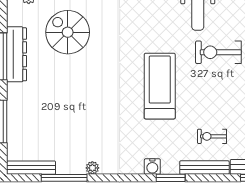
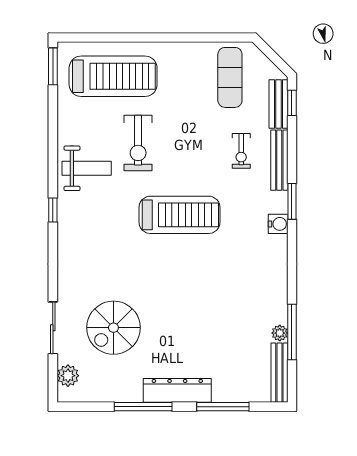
dresser: (16, 54) -> (177, 390), moved
treadmill: (160, 86) -> (180, 215), turned 180
plant: (92, 168) -> (280, 333), moved

